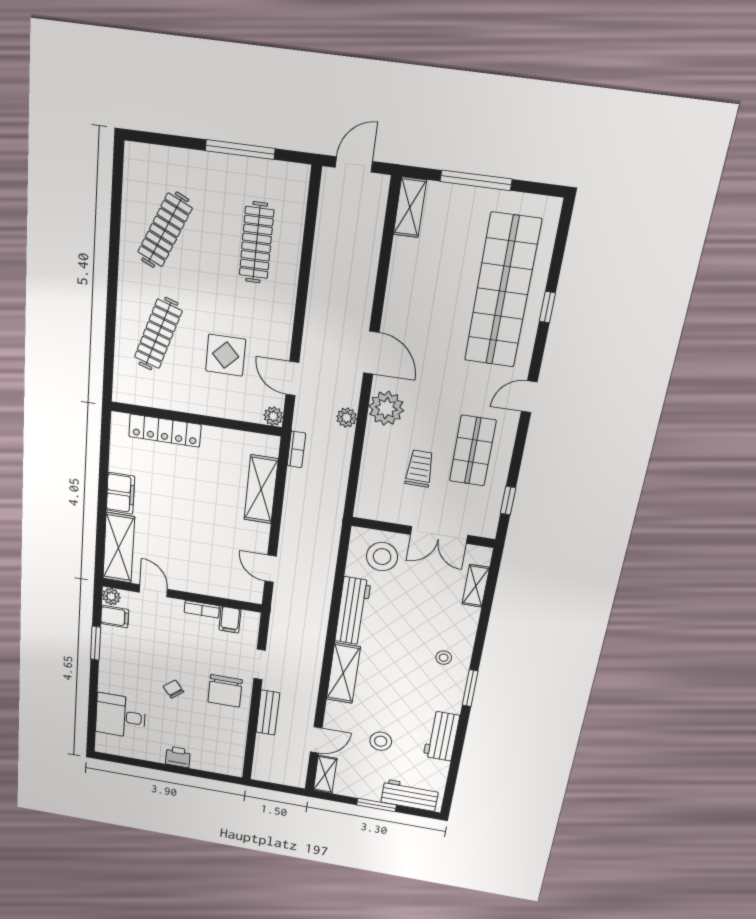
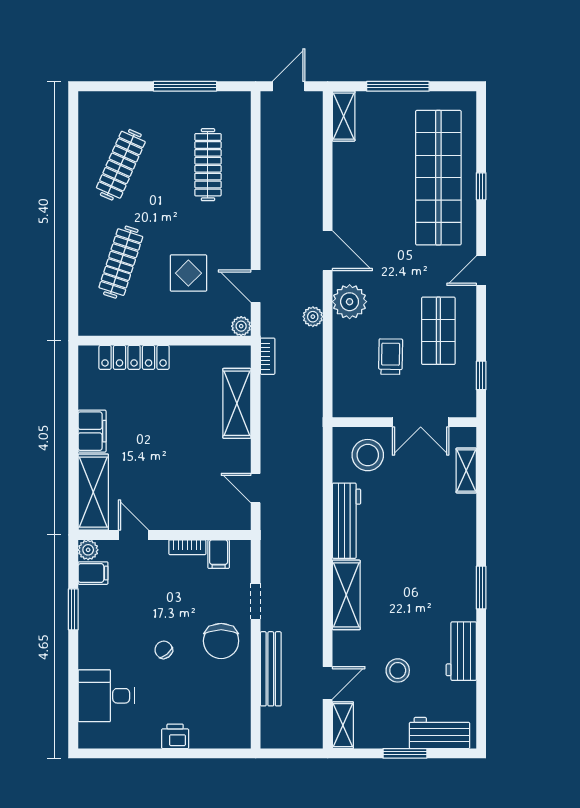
stool: (444, 658) -> (448, 557), removed
bench: (268, 713) -> (271, 669), width x1.36

